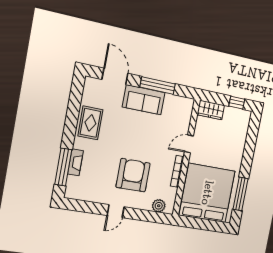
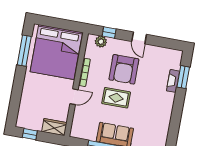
rug: (90, 123) -> (116, 98), moved, turned 90
window: (63, 167) -> (183, 77), width x0.69
door: (116, 211) -> (139, 38), swing flipped
window: (149, 216) -> (109, 32), added

